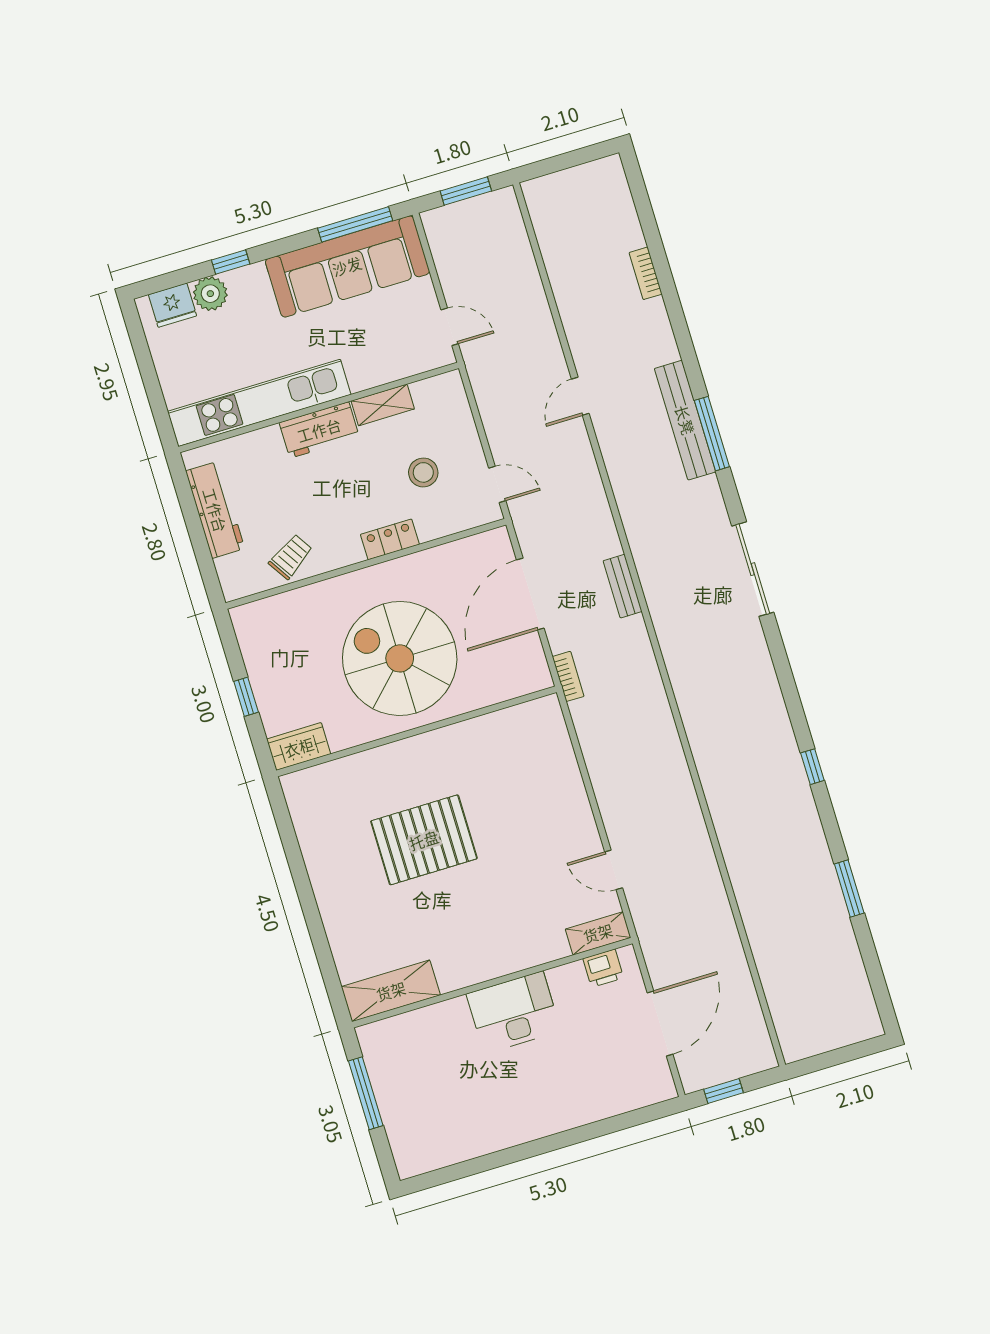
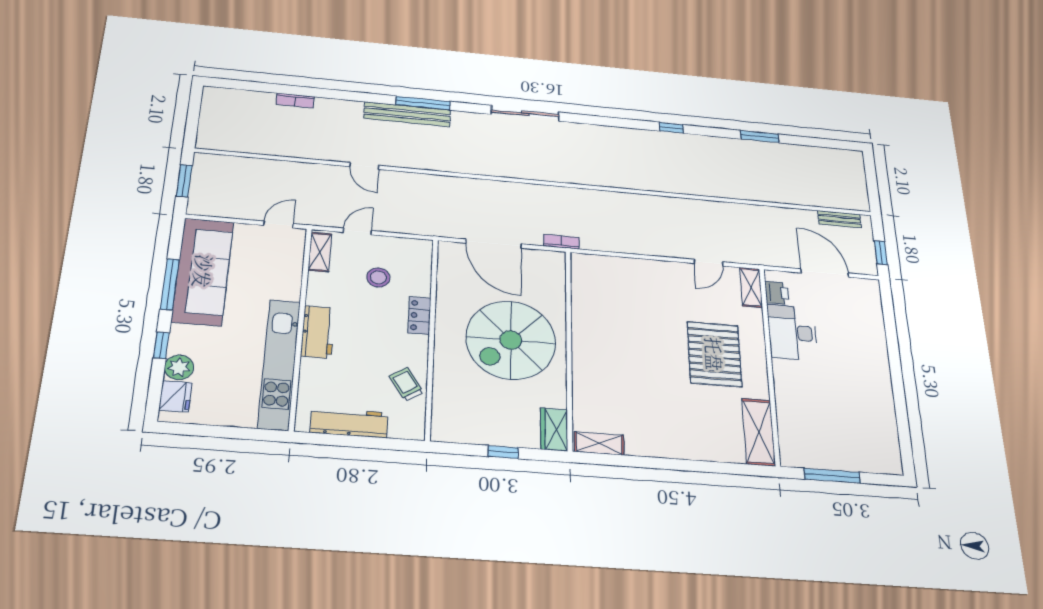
window: (355, 224) -> (170, 284), moved
shelving: (383, 405) -> (320, 252), moved
door: (497, 484) -> (357, 231), moved
bench: (623, 586) -> (840, 219), moved
shelving: (301, 804) -> (599, 443), added
pallet: (424, 840) -> (714, 354), moved
desk: (513, 1012) -> (792, 332), moved

